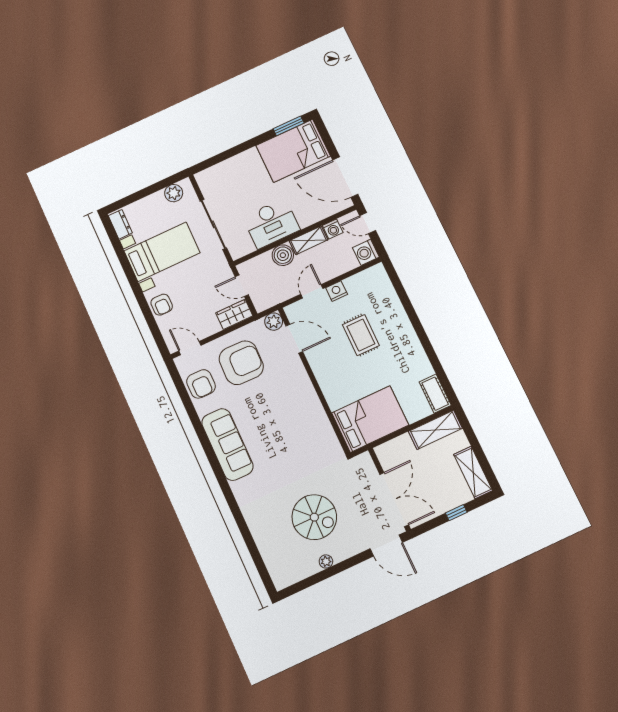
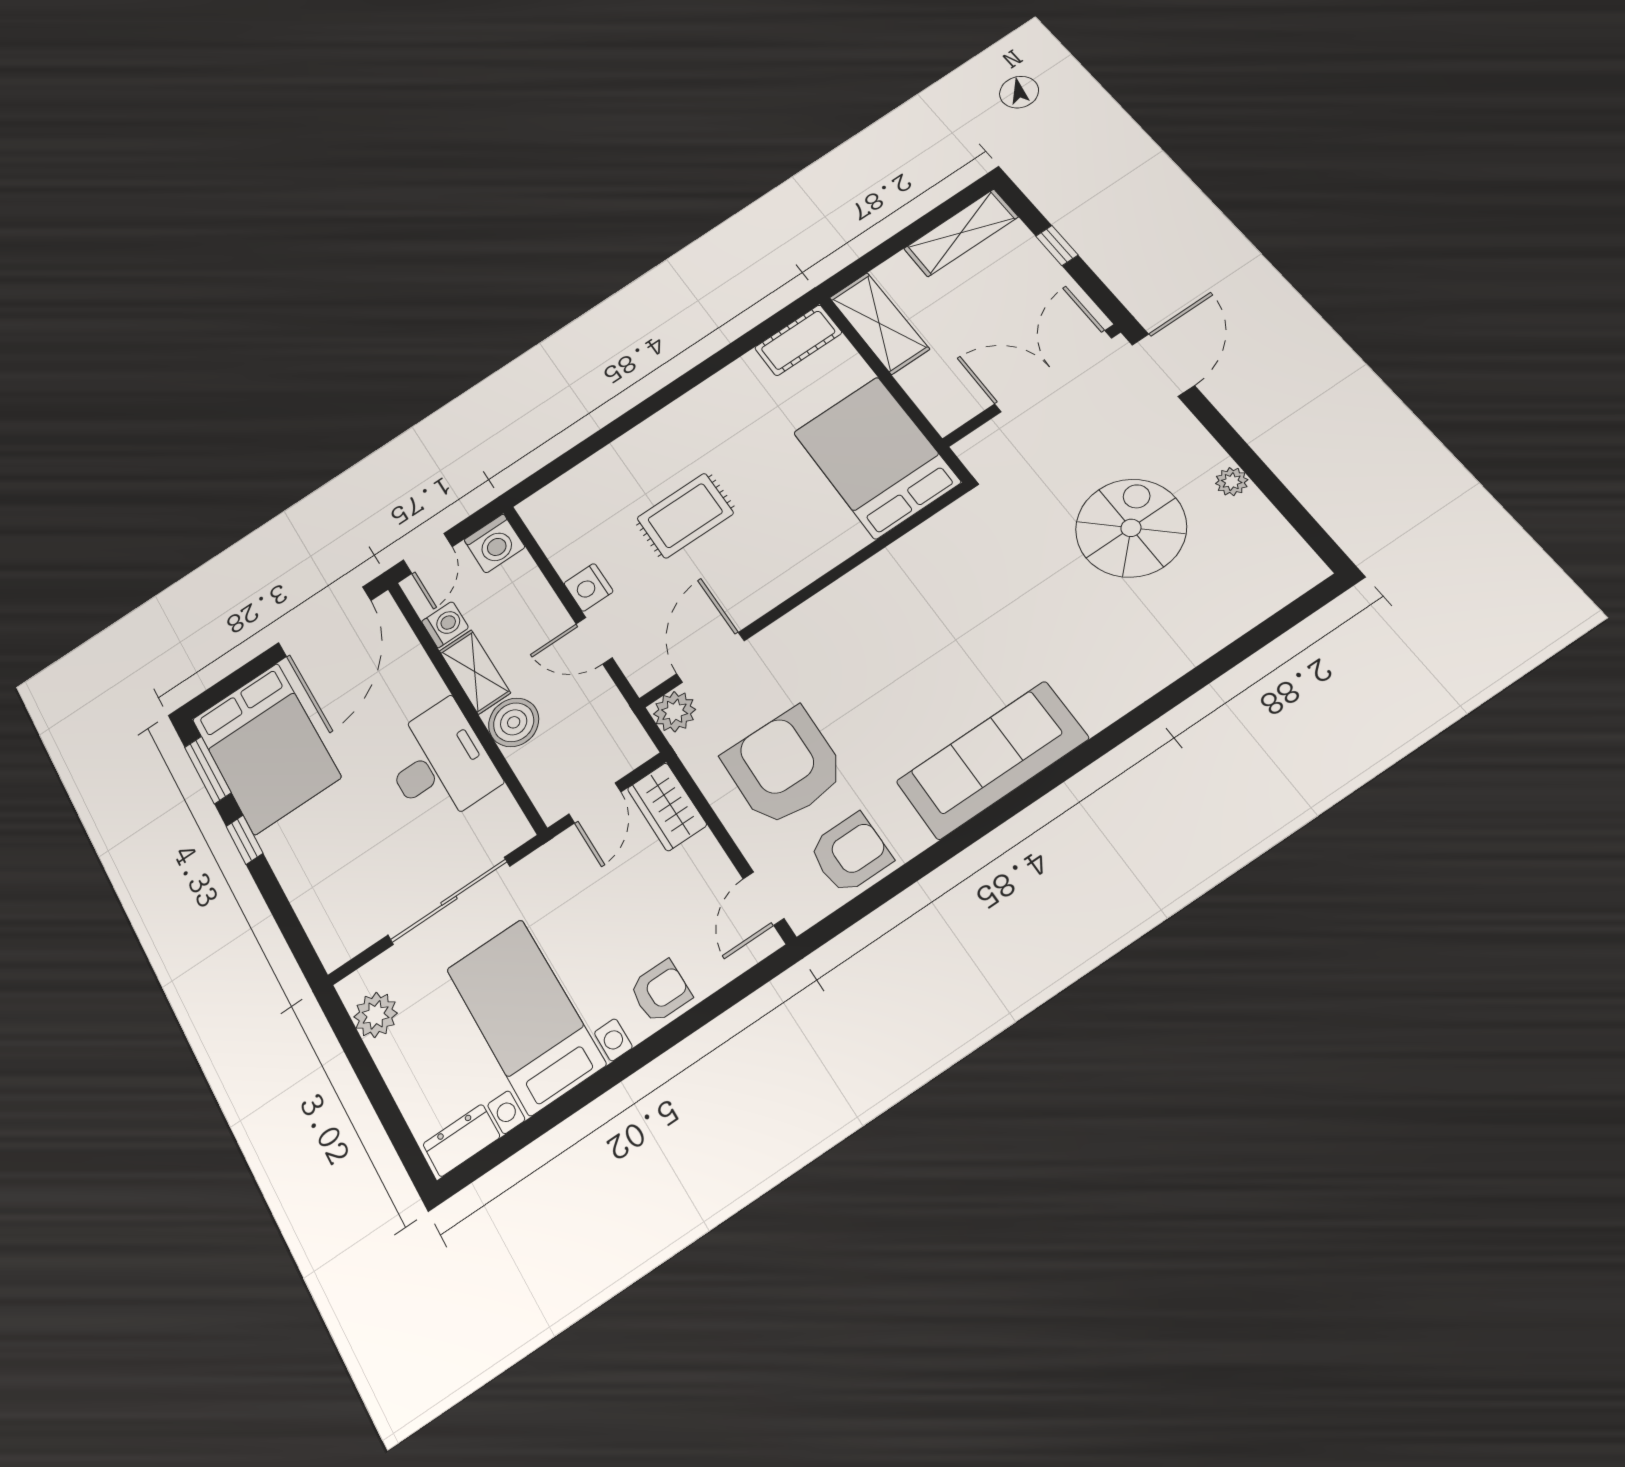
window: (255, 141) -> (245, 840), added

